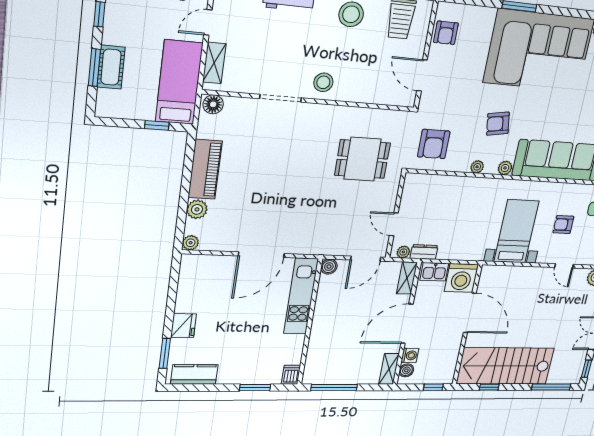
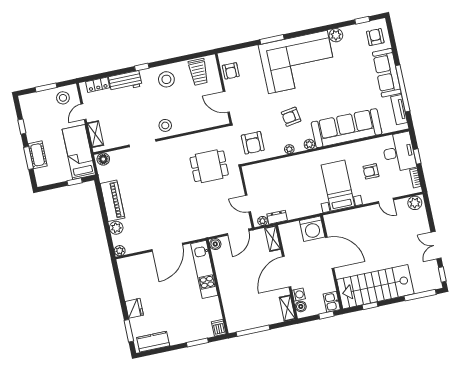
kitchen sink: (434, 272) -> (332, 302), moved, turned 90

